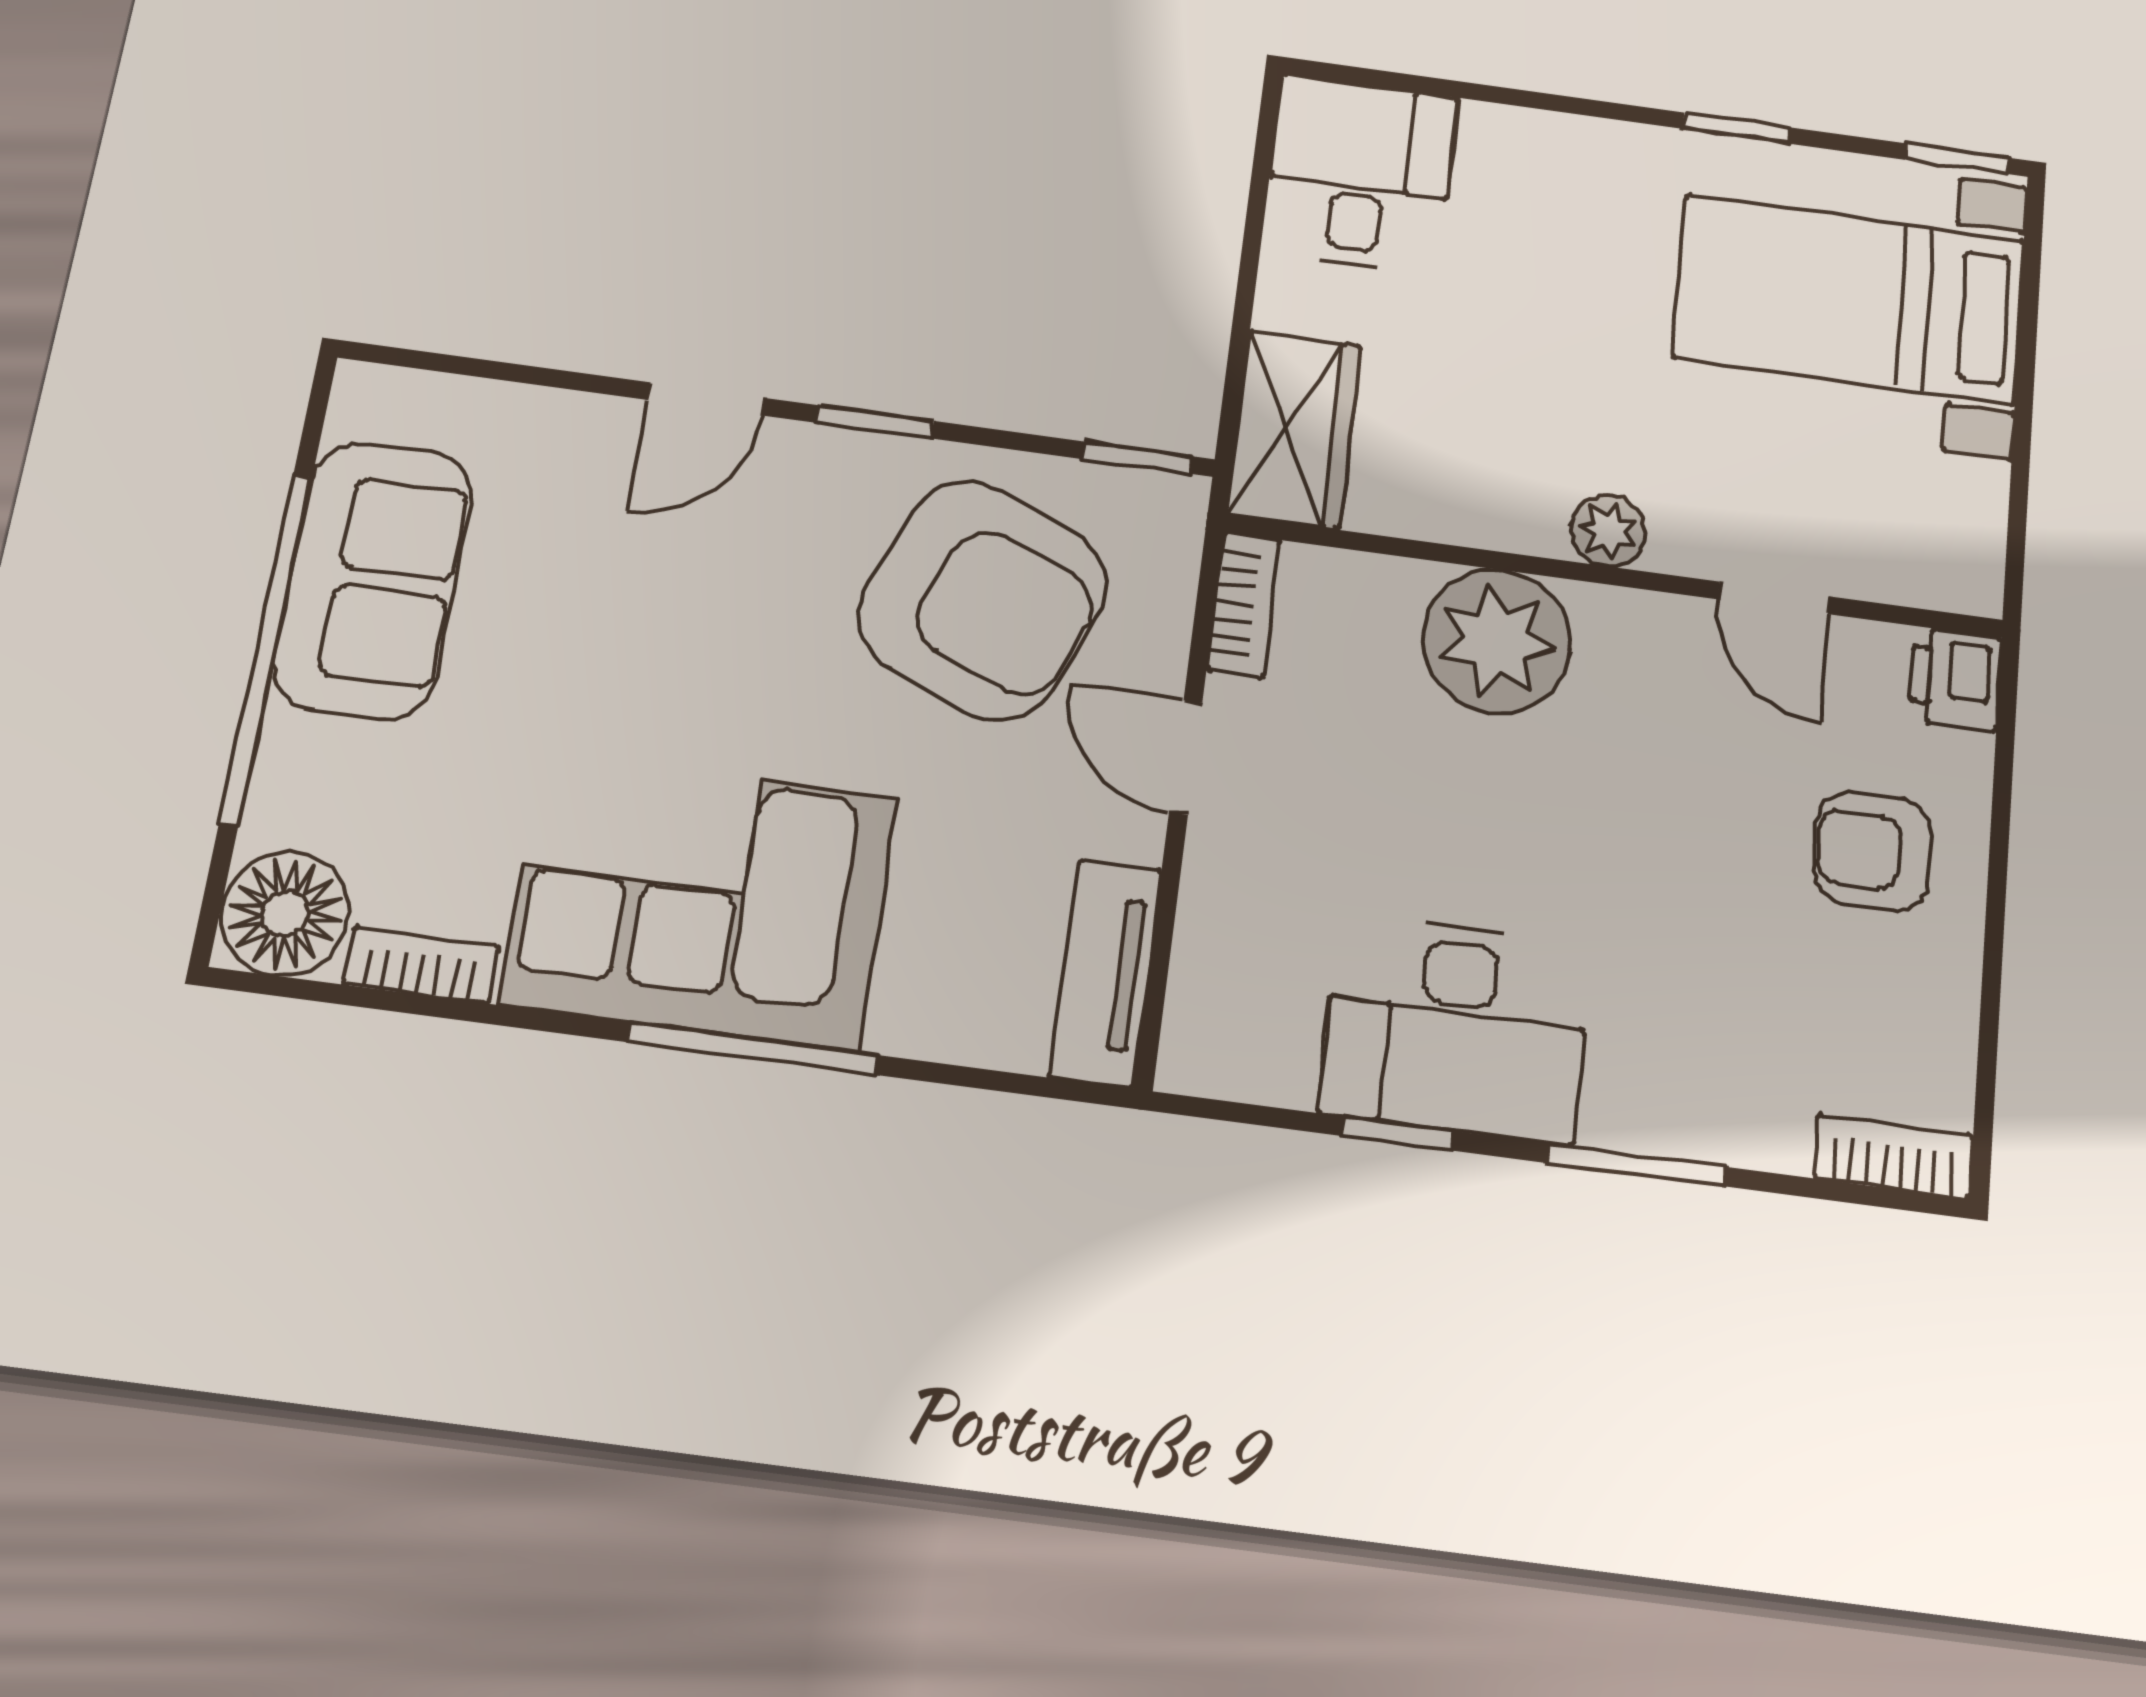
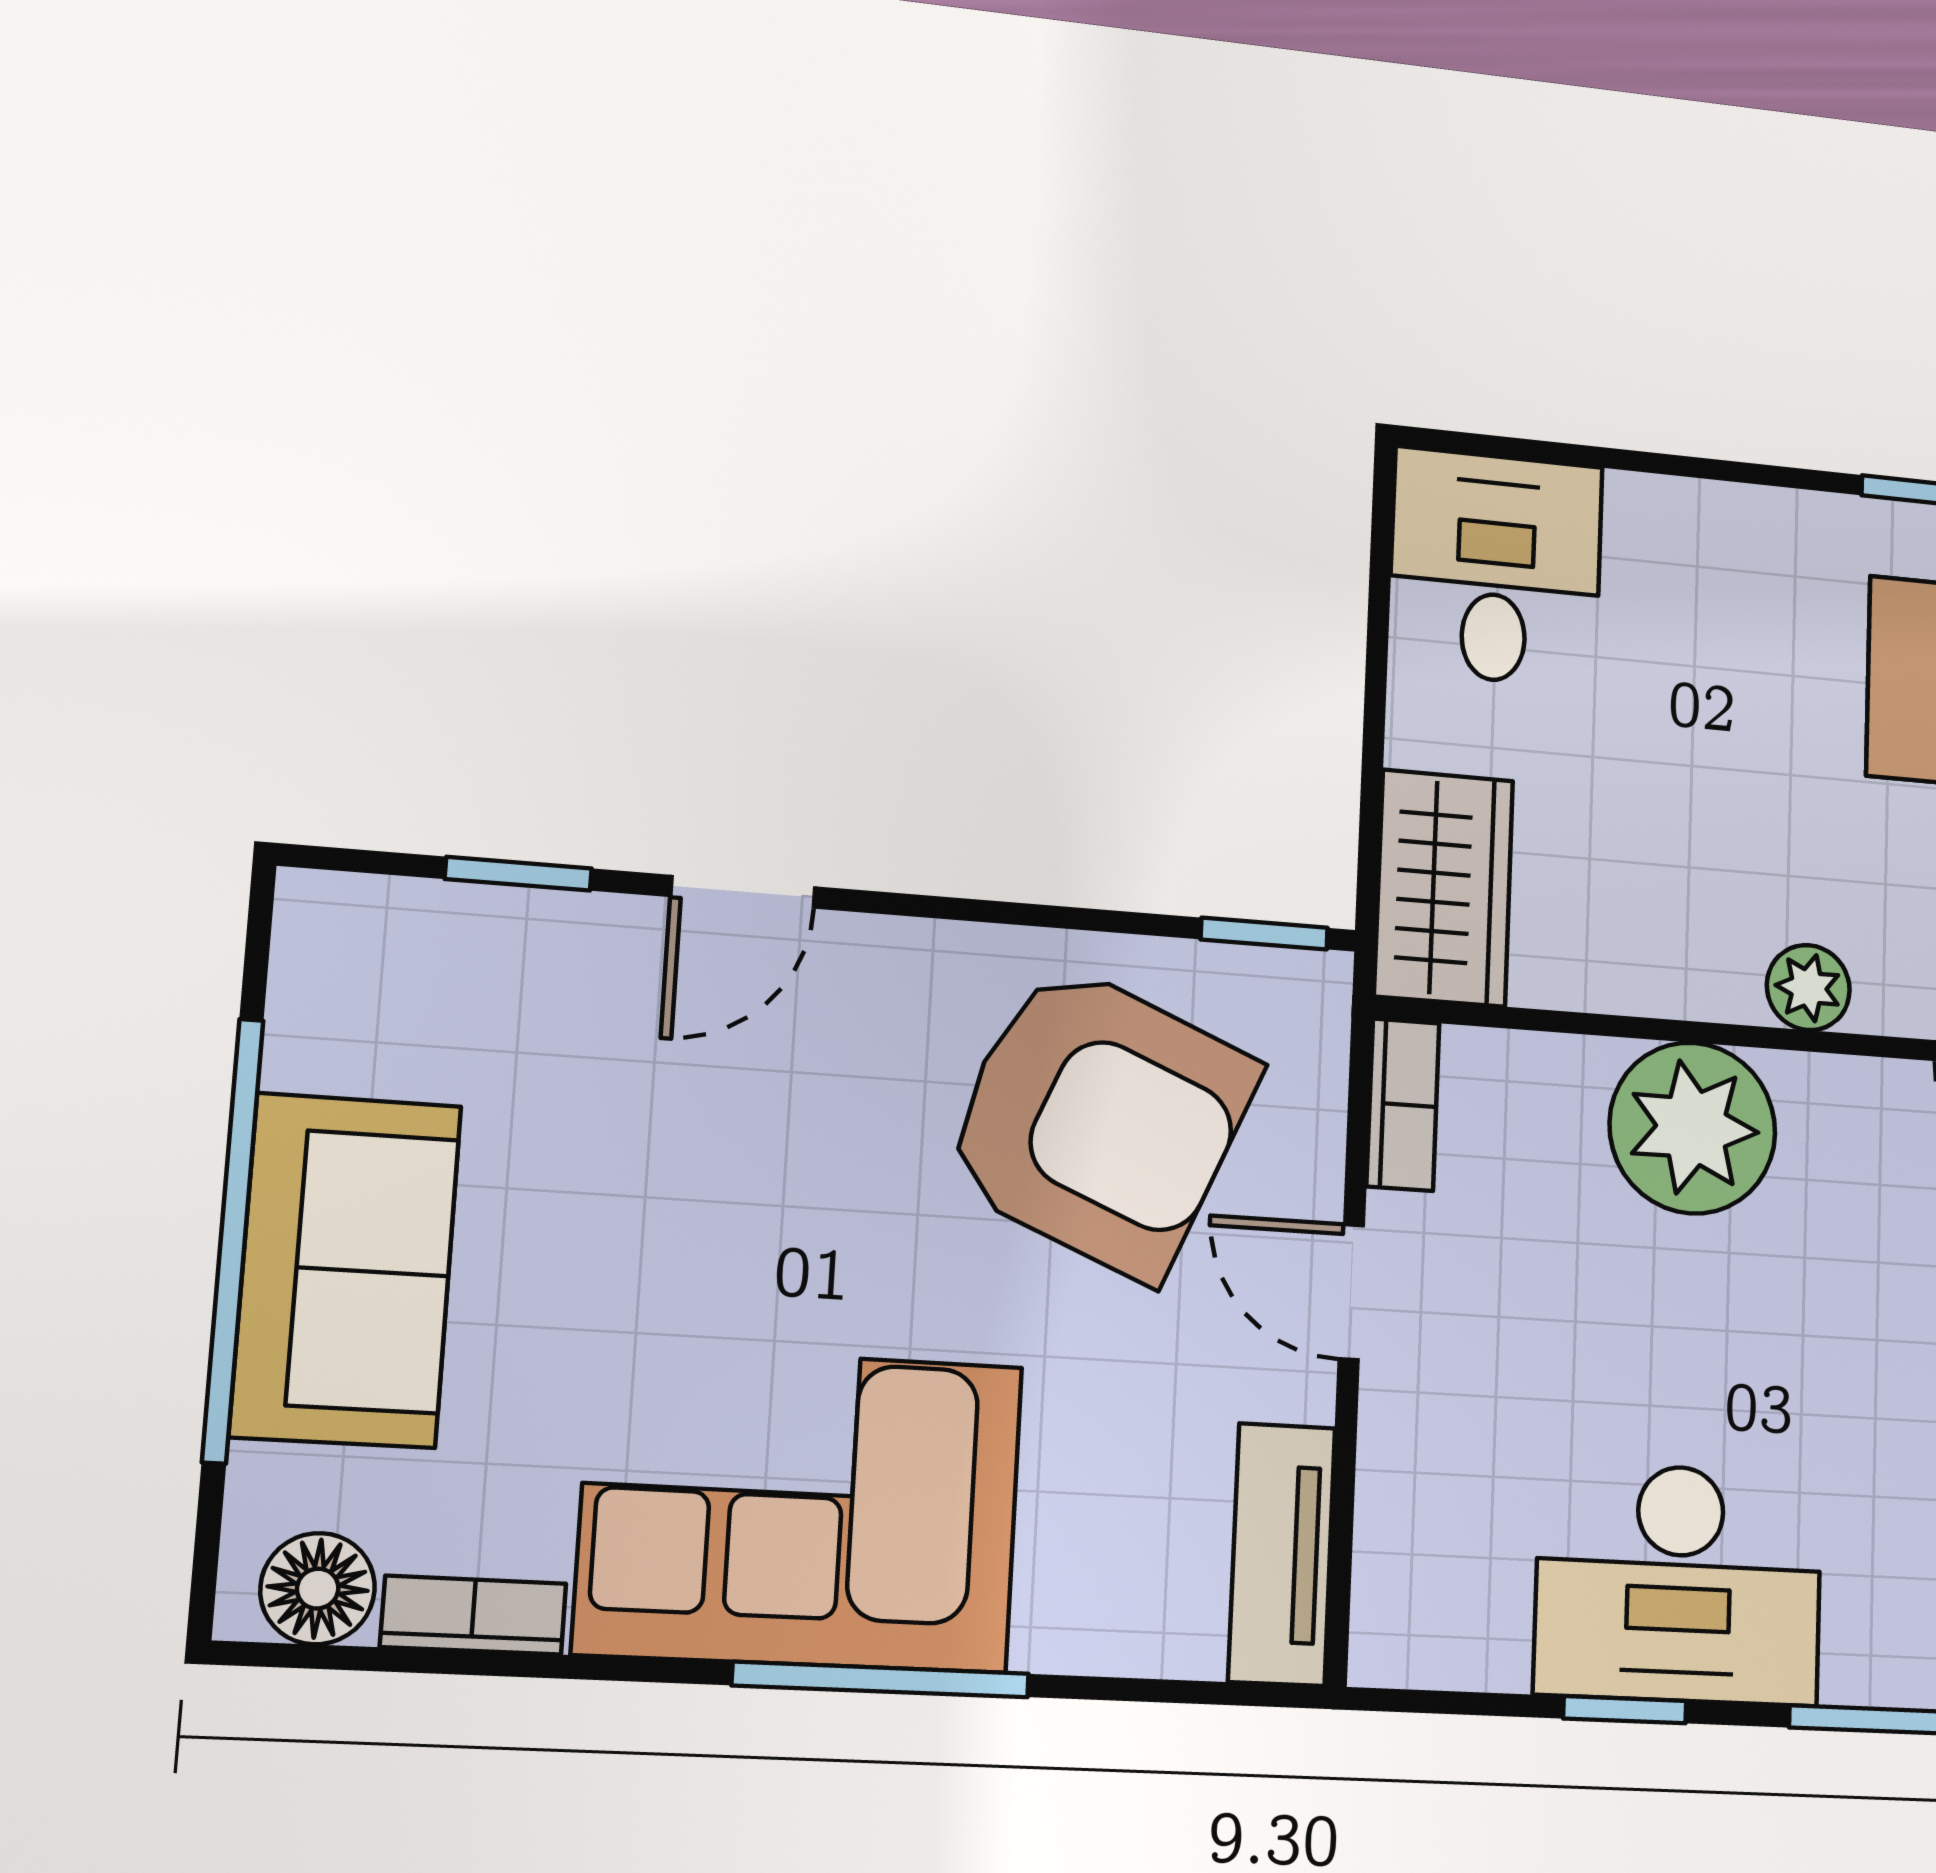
window: (875, 422) -> (518, 874), moved
sofa: (373, 580) -> (346, 1270), moved
floor lamp: (285, 913) -> (318, 1589), width x0.73, depth x0.73

